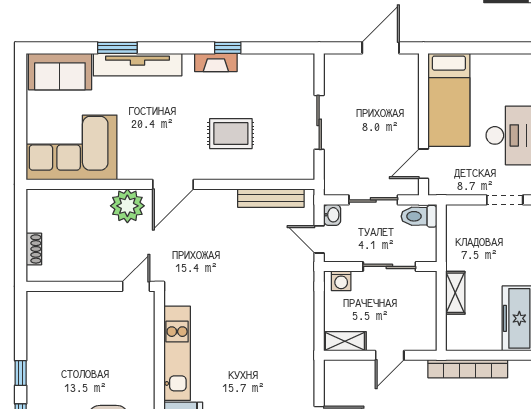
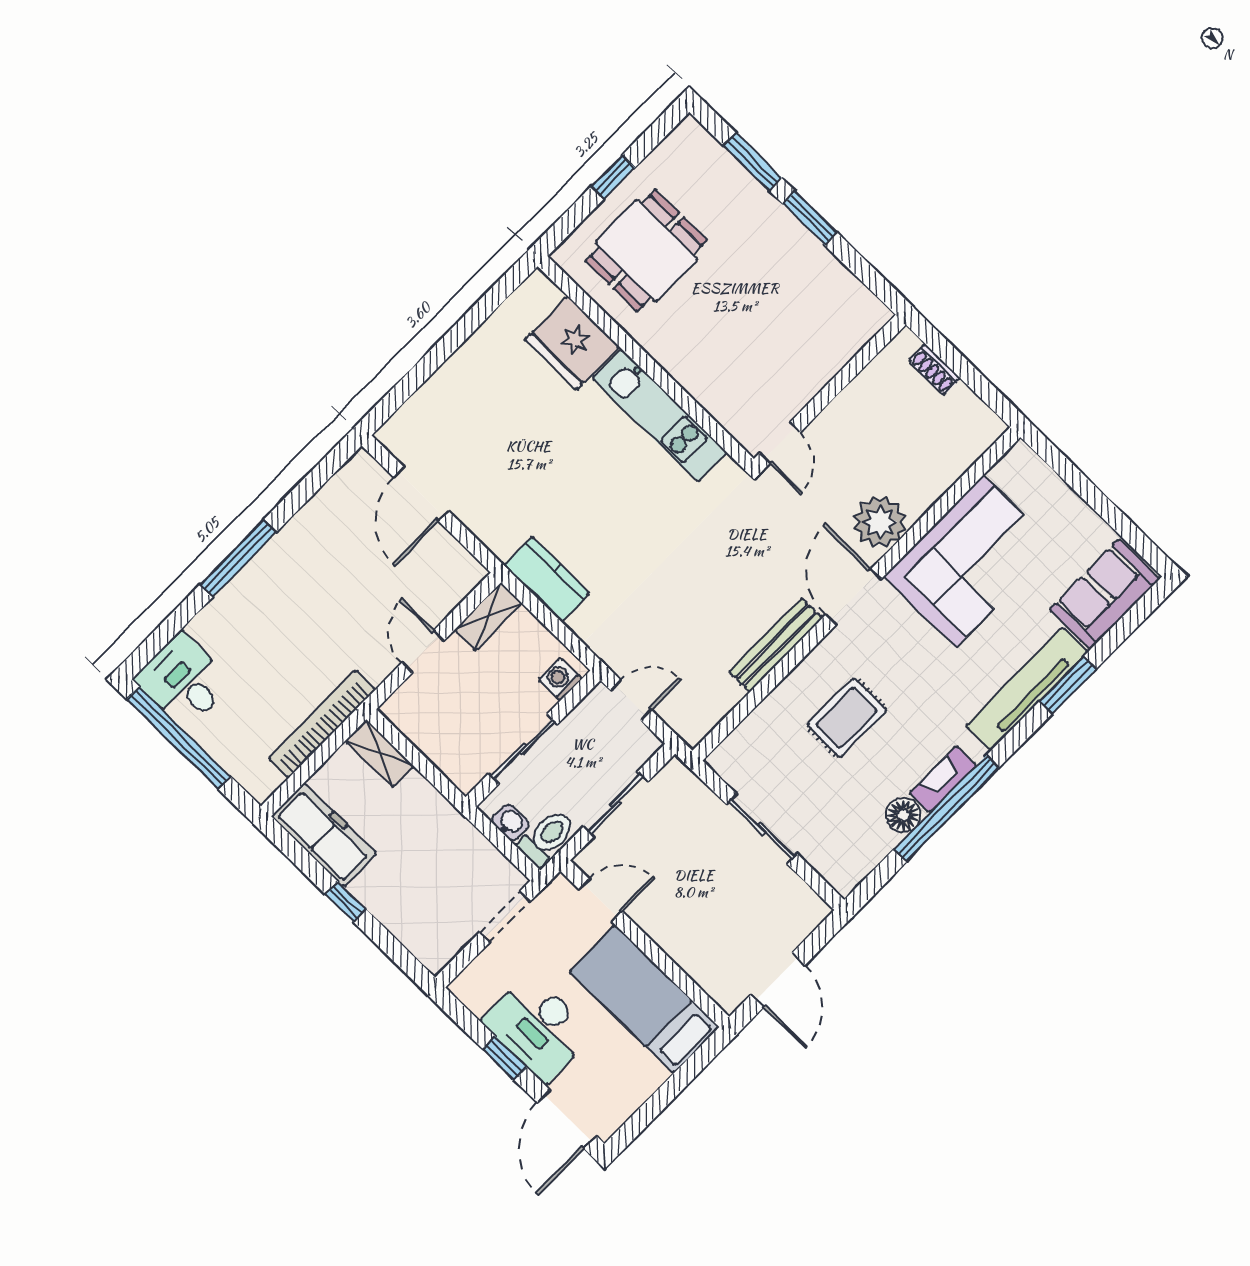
window: (228, 48) -> (946, 809), width x3.17
floor lamp: (250, 64) -> (903, 815), added
corner sofa: (72, 147) -> (970, 561), moved
door: (423, 164) -> (601, 900), hinge flipped
bench: (271, 198) -> (776, 645), moved
doorway: (505, 200) -> (505, 917), moved
washbasin: (332, 215) -> (510, 822), moved, turned 180
shelving: (455, 293) -> (380, 754), moved
kitchen counter: (302, 331) -> (547, 579), added
window: (21, 373) -> (810, 218), width x1.50

